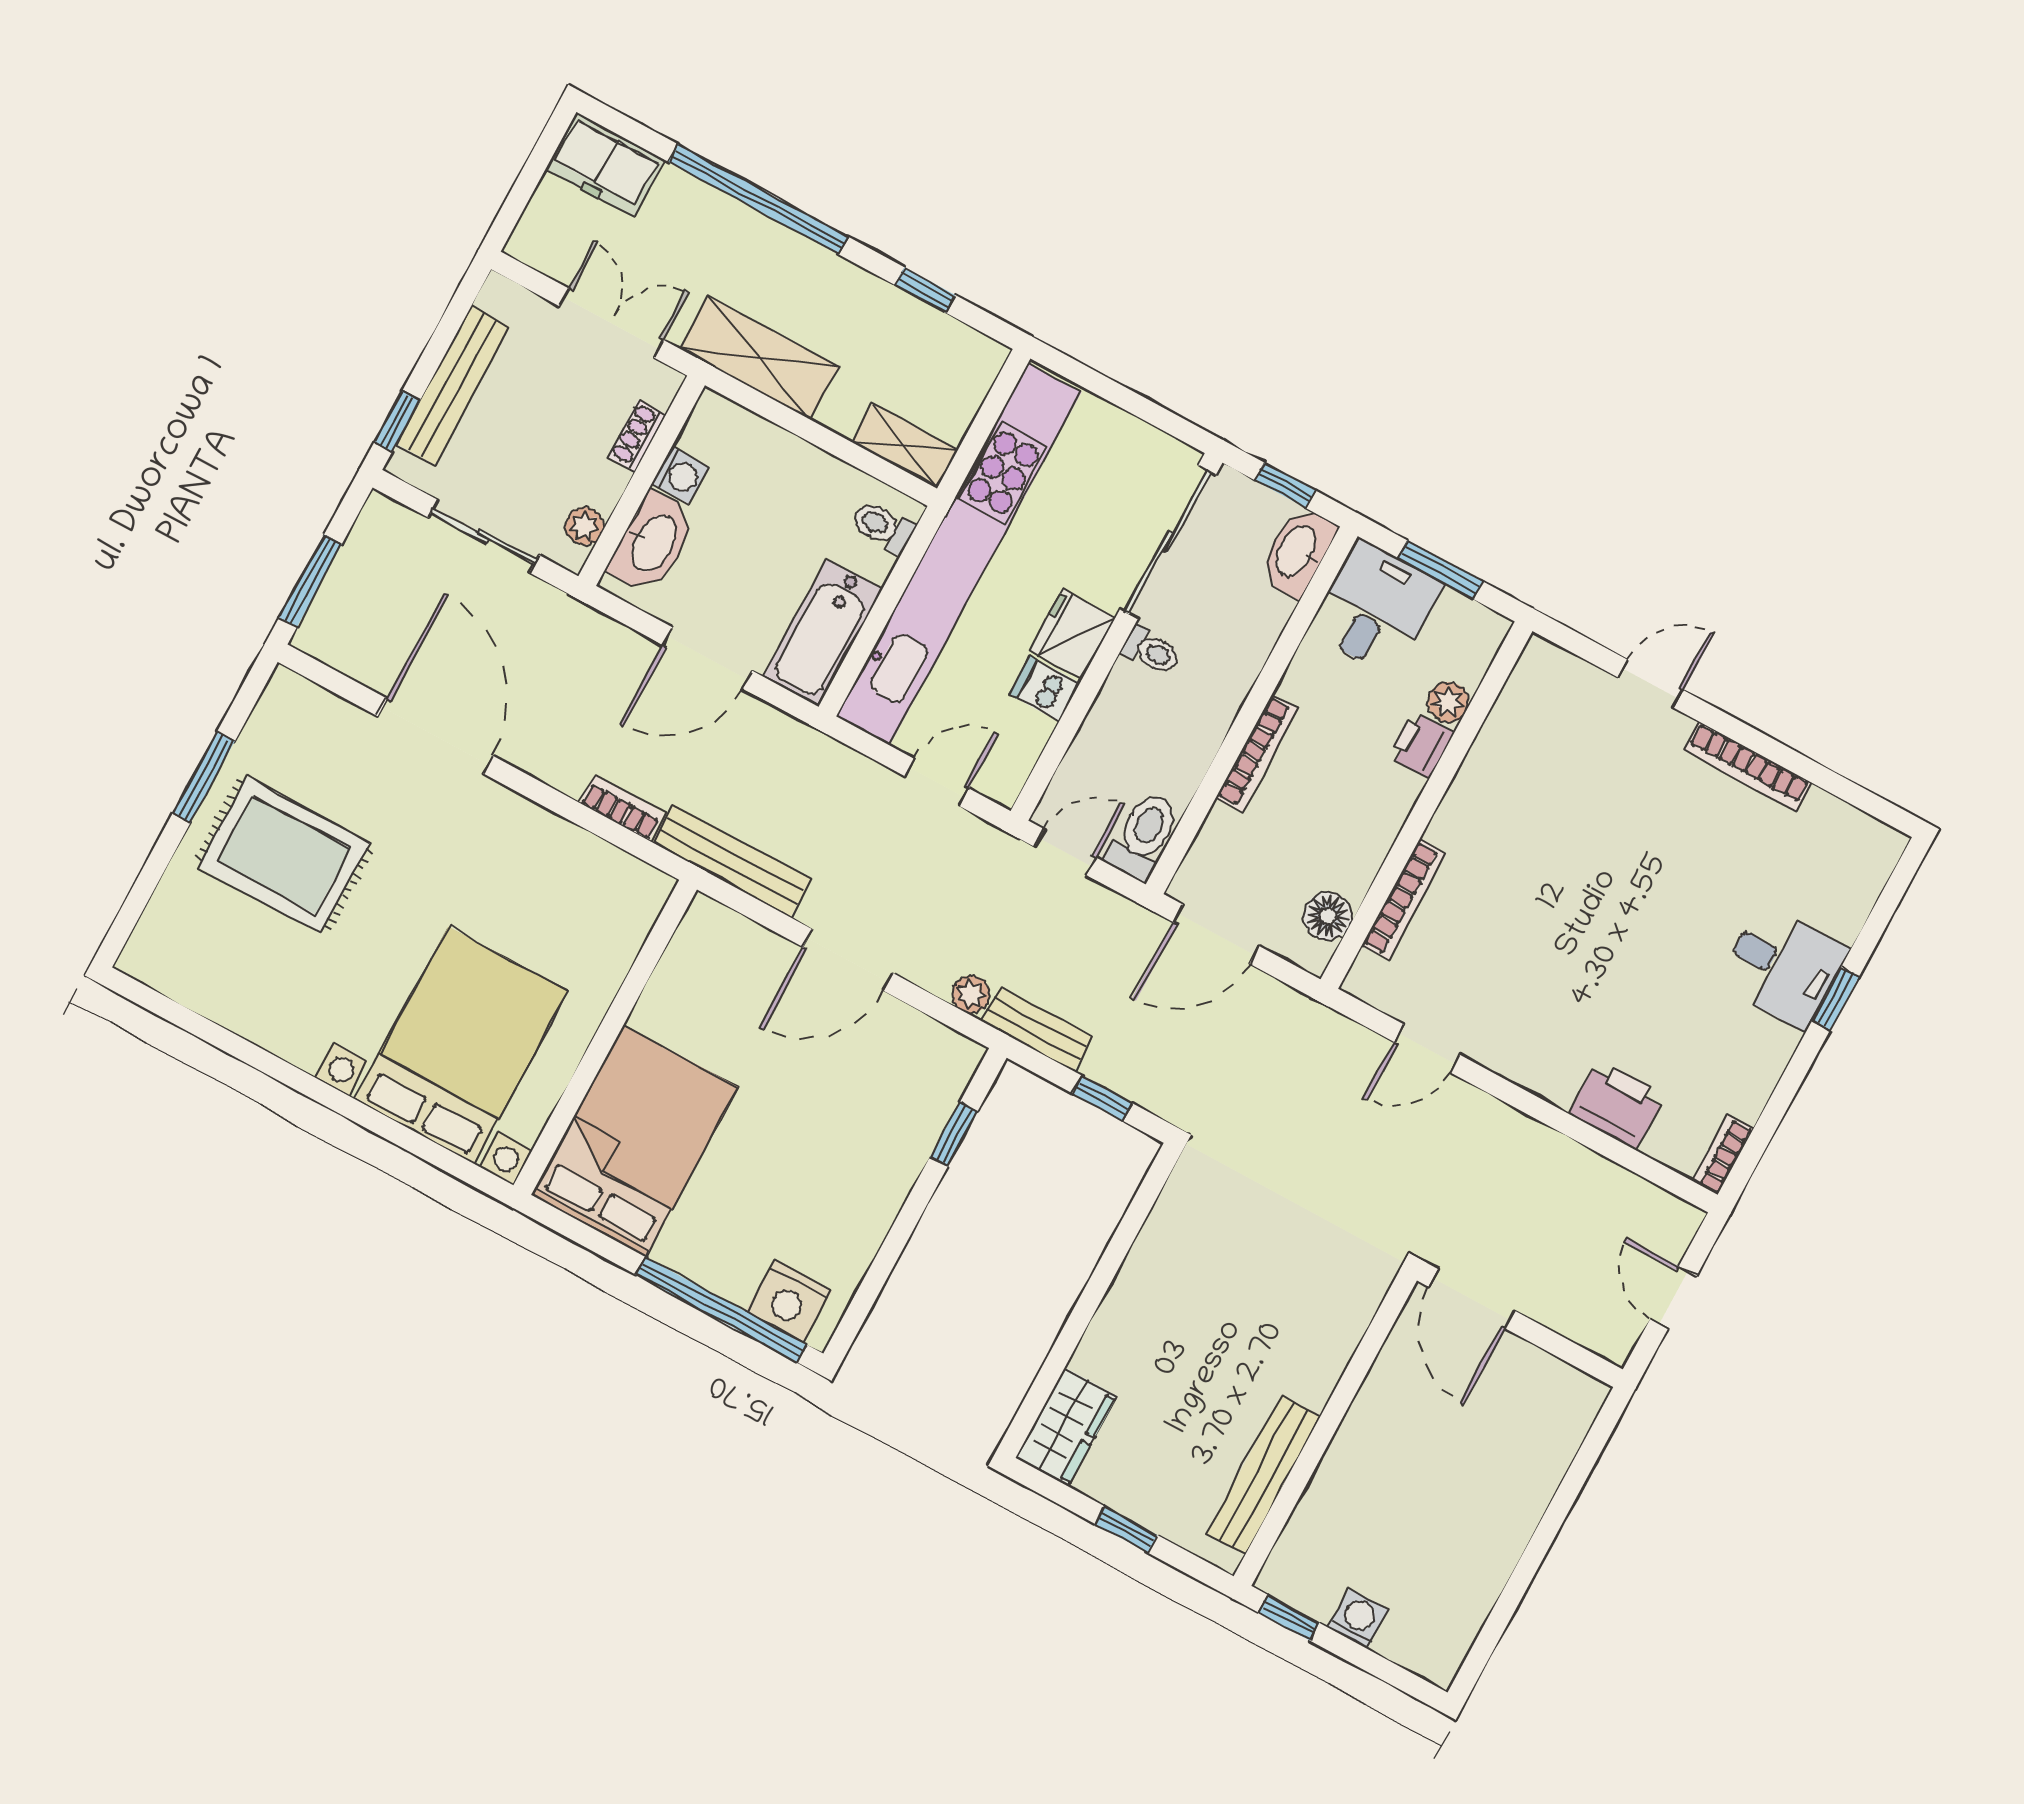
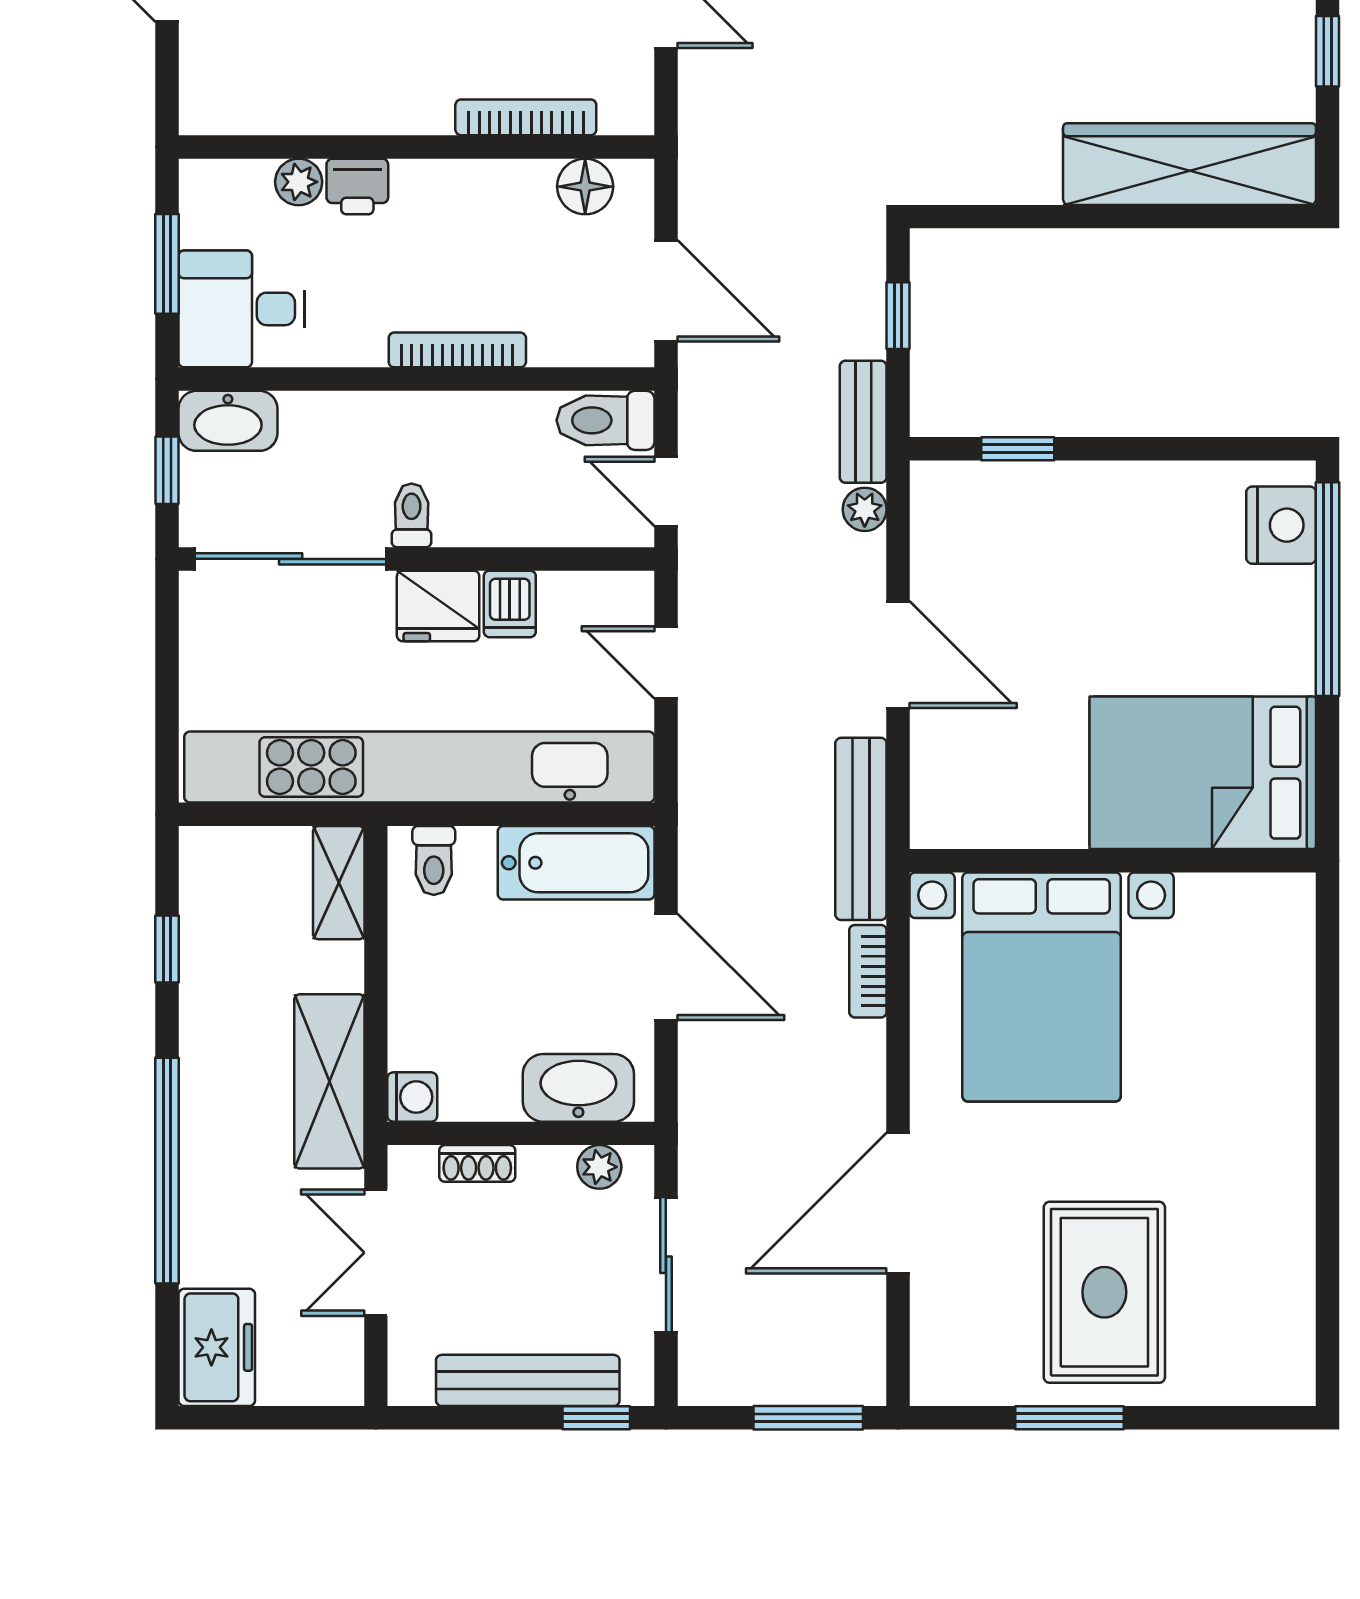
washing machine: (680, 475) -> (412, 1097), moved, turned 90
bed with nightstands: (461, 1045) -> (1042, 987), moved, turned -90
wardrobe: (1066, 1427) -> (1190, 164), width x2.10, depth x1.17

